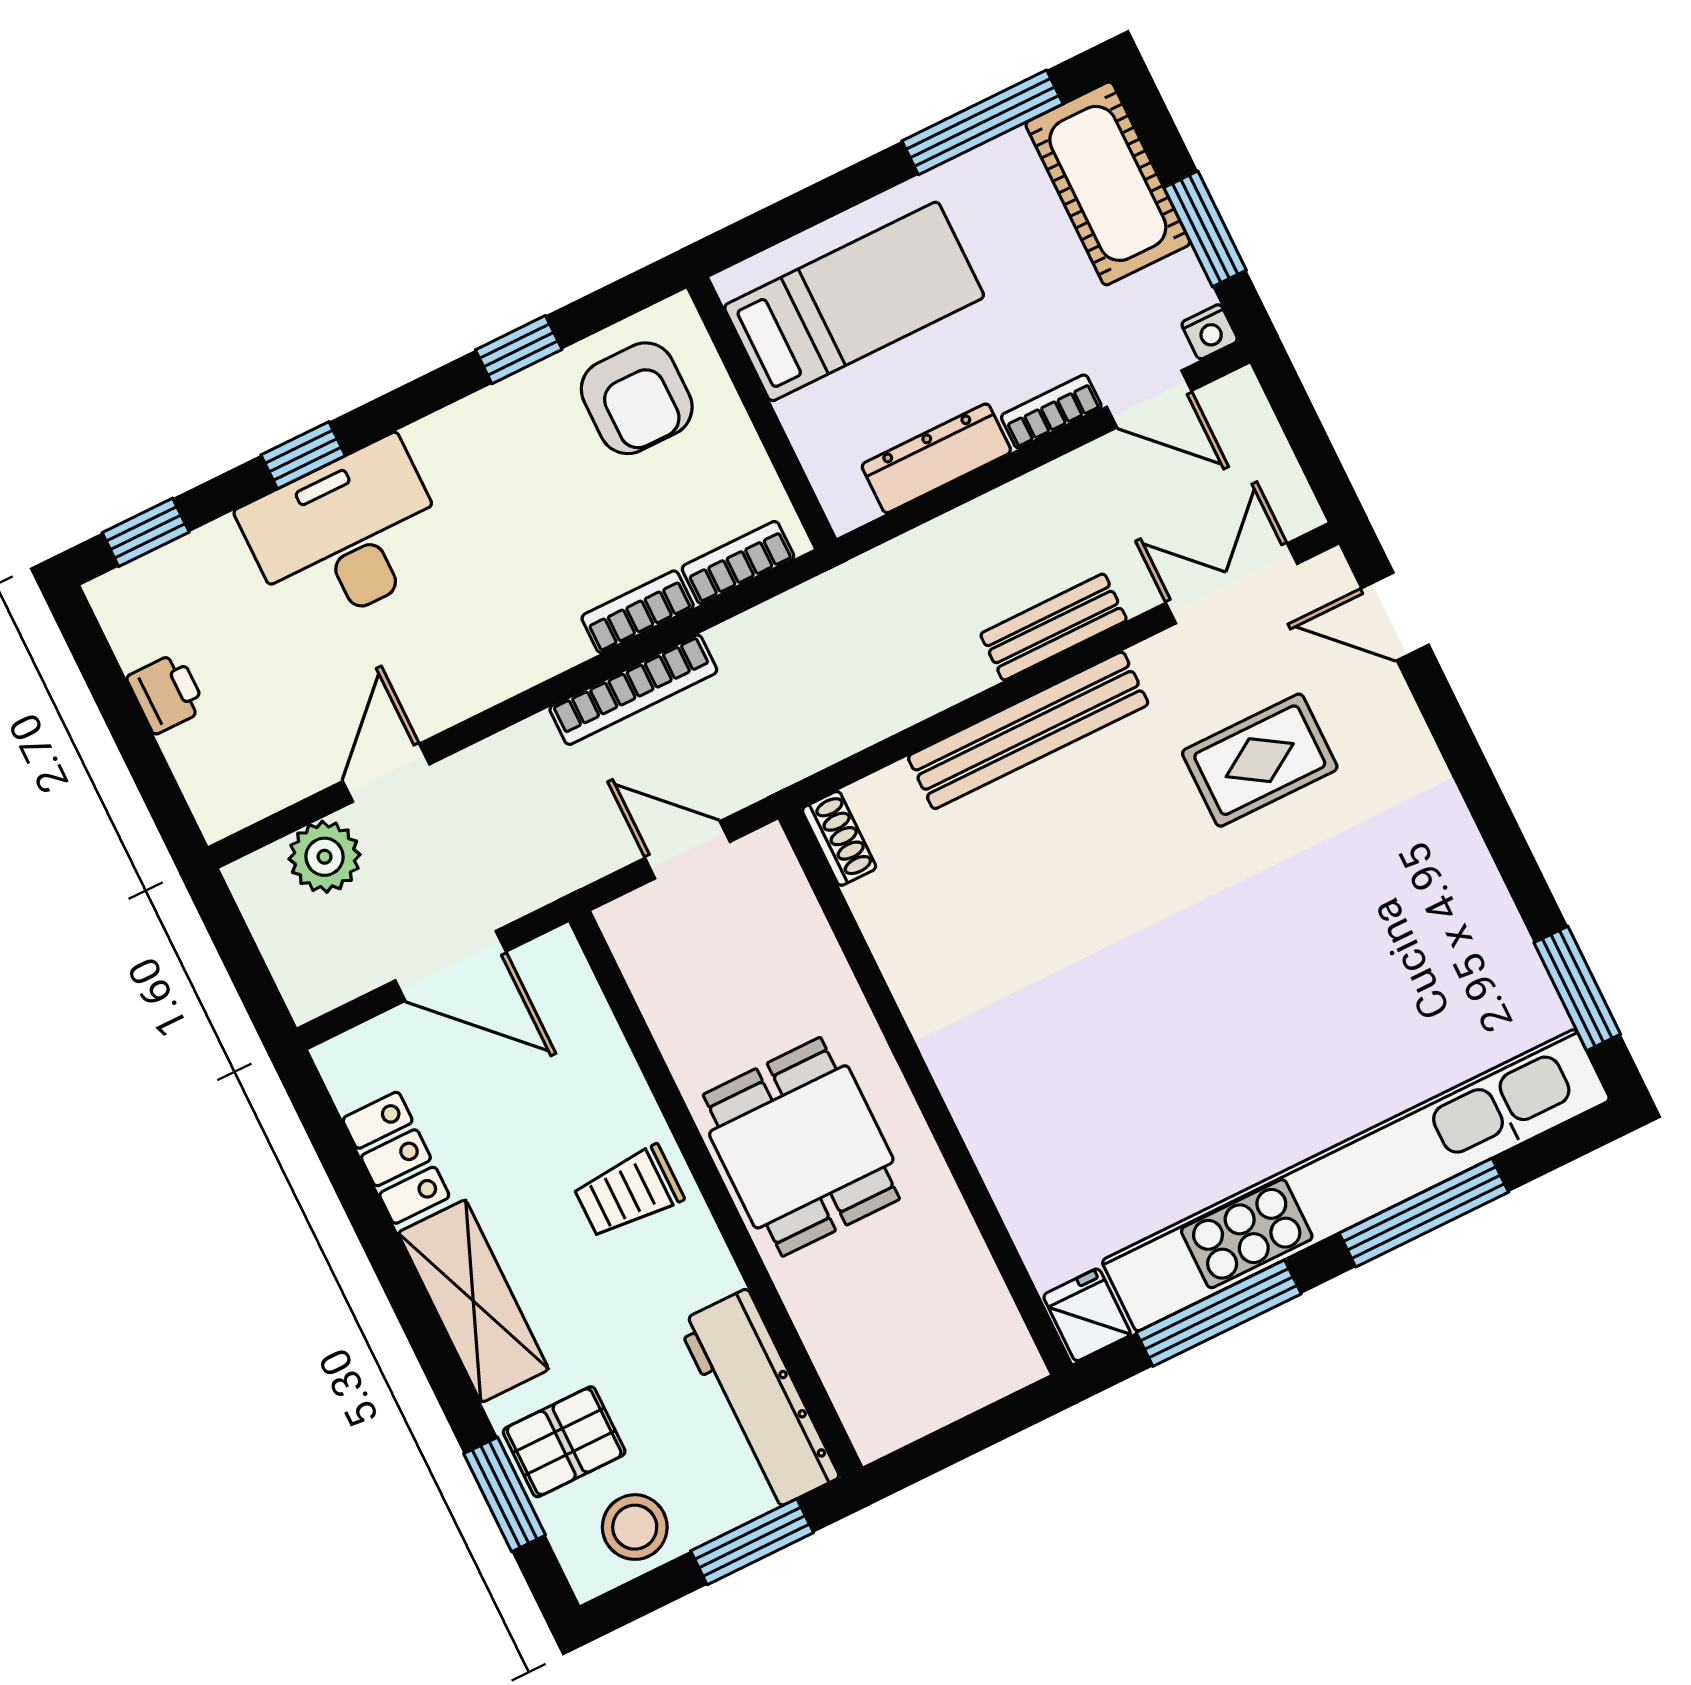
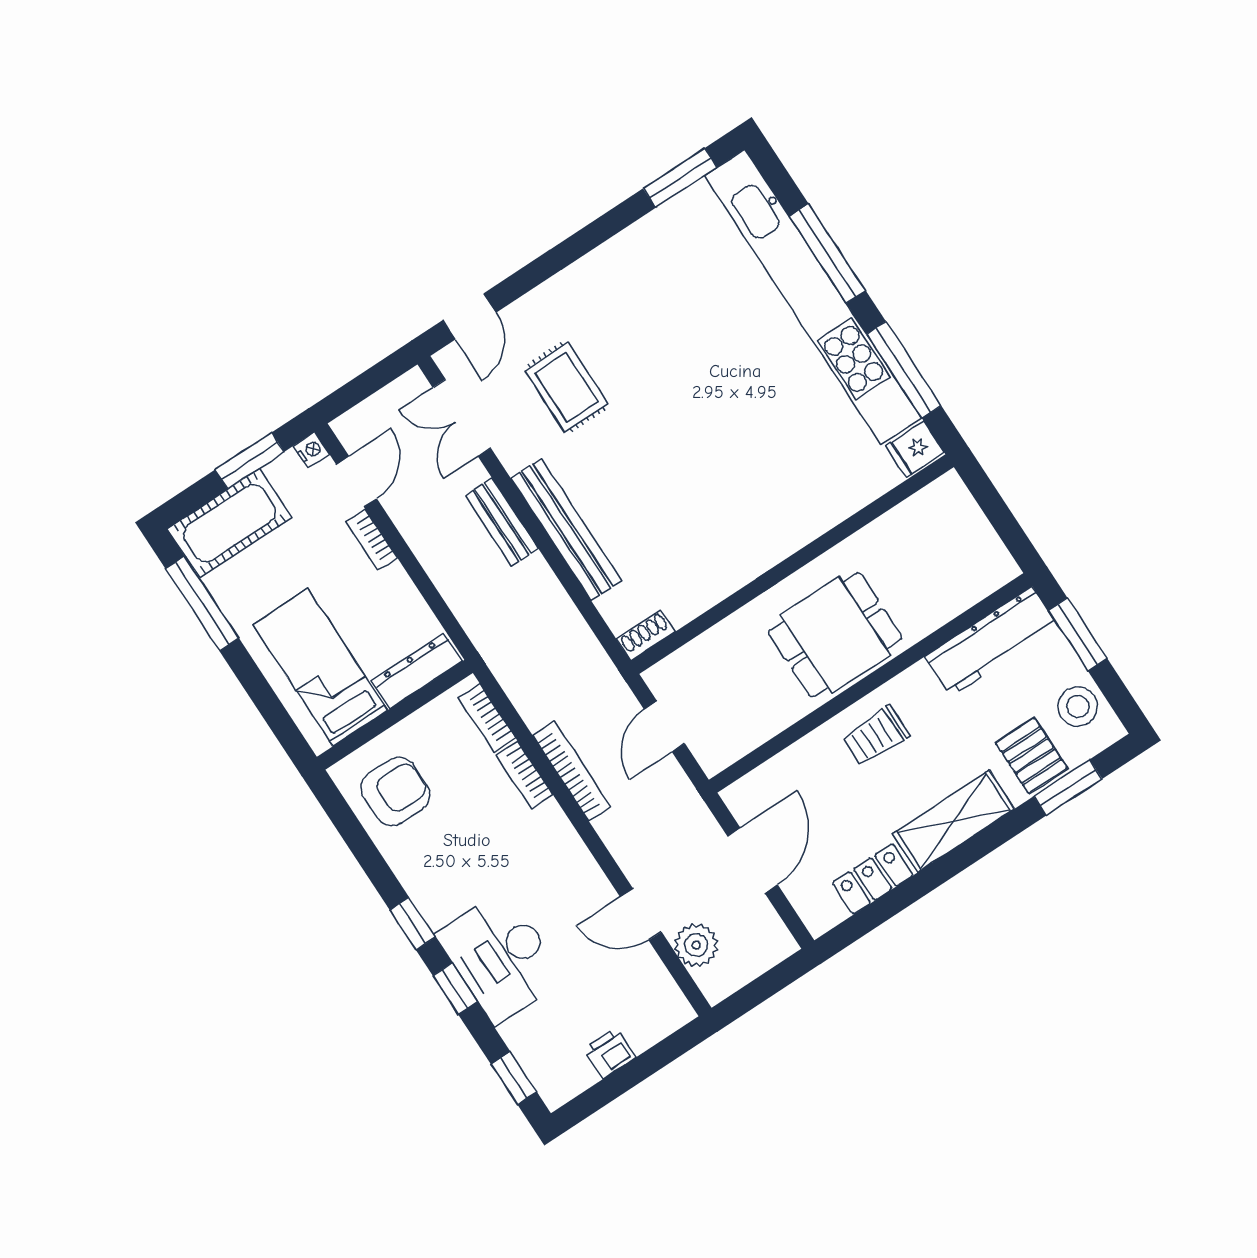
window: (519, 350) -> (412, 924), moved
dresser: (936, 458) -> (417, 671), moved, turned 90
trolley: (629, 1192) -> (876, 736), turned 90

